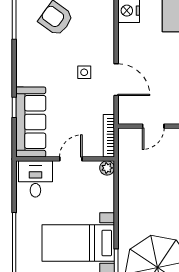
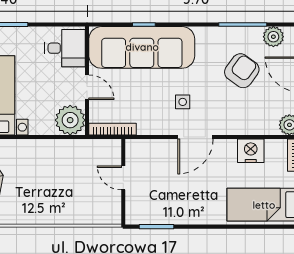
door: (116, 80) -> (195, 137), moved
sofa: (31, 122) -> (142, 47), width x1.36, depth x1.27
plant: (107, 168) -> (70, 120), width x1.88, depth x1.88

